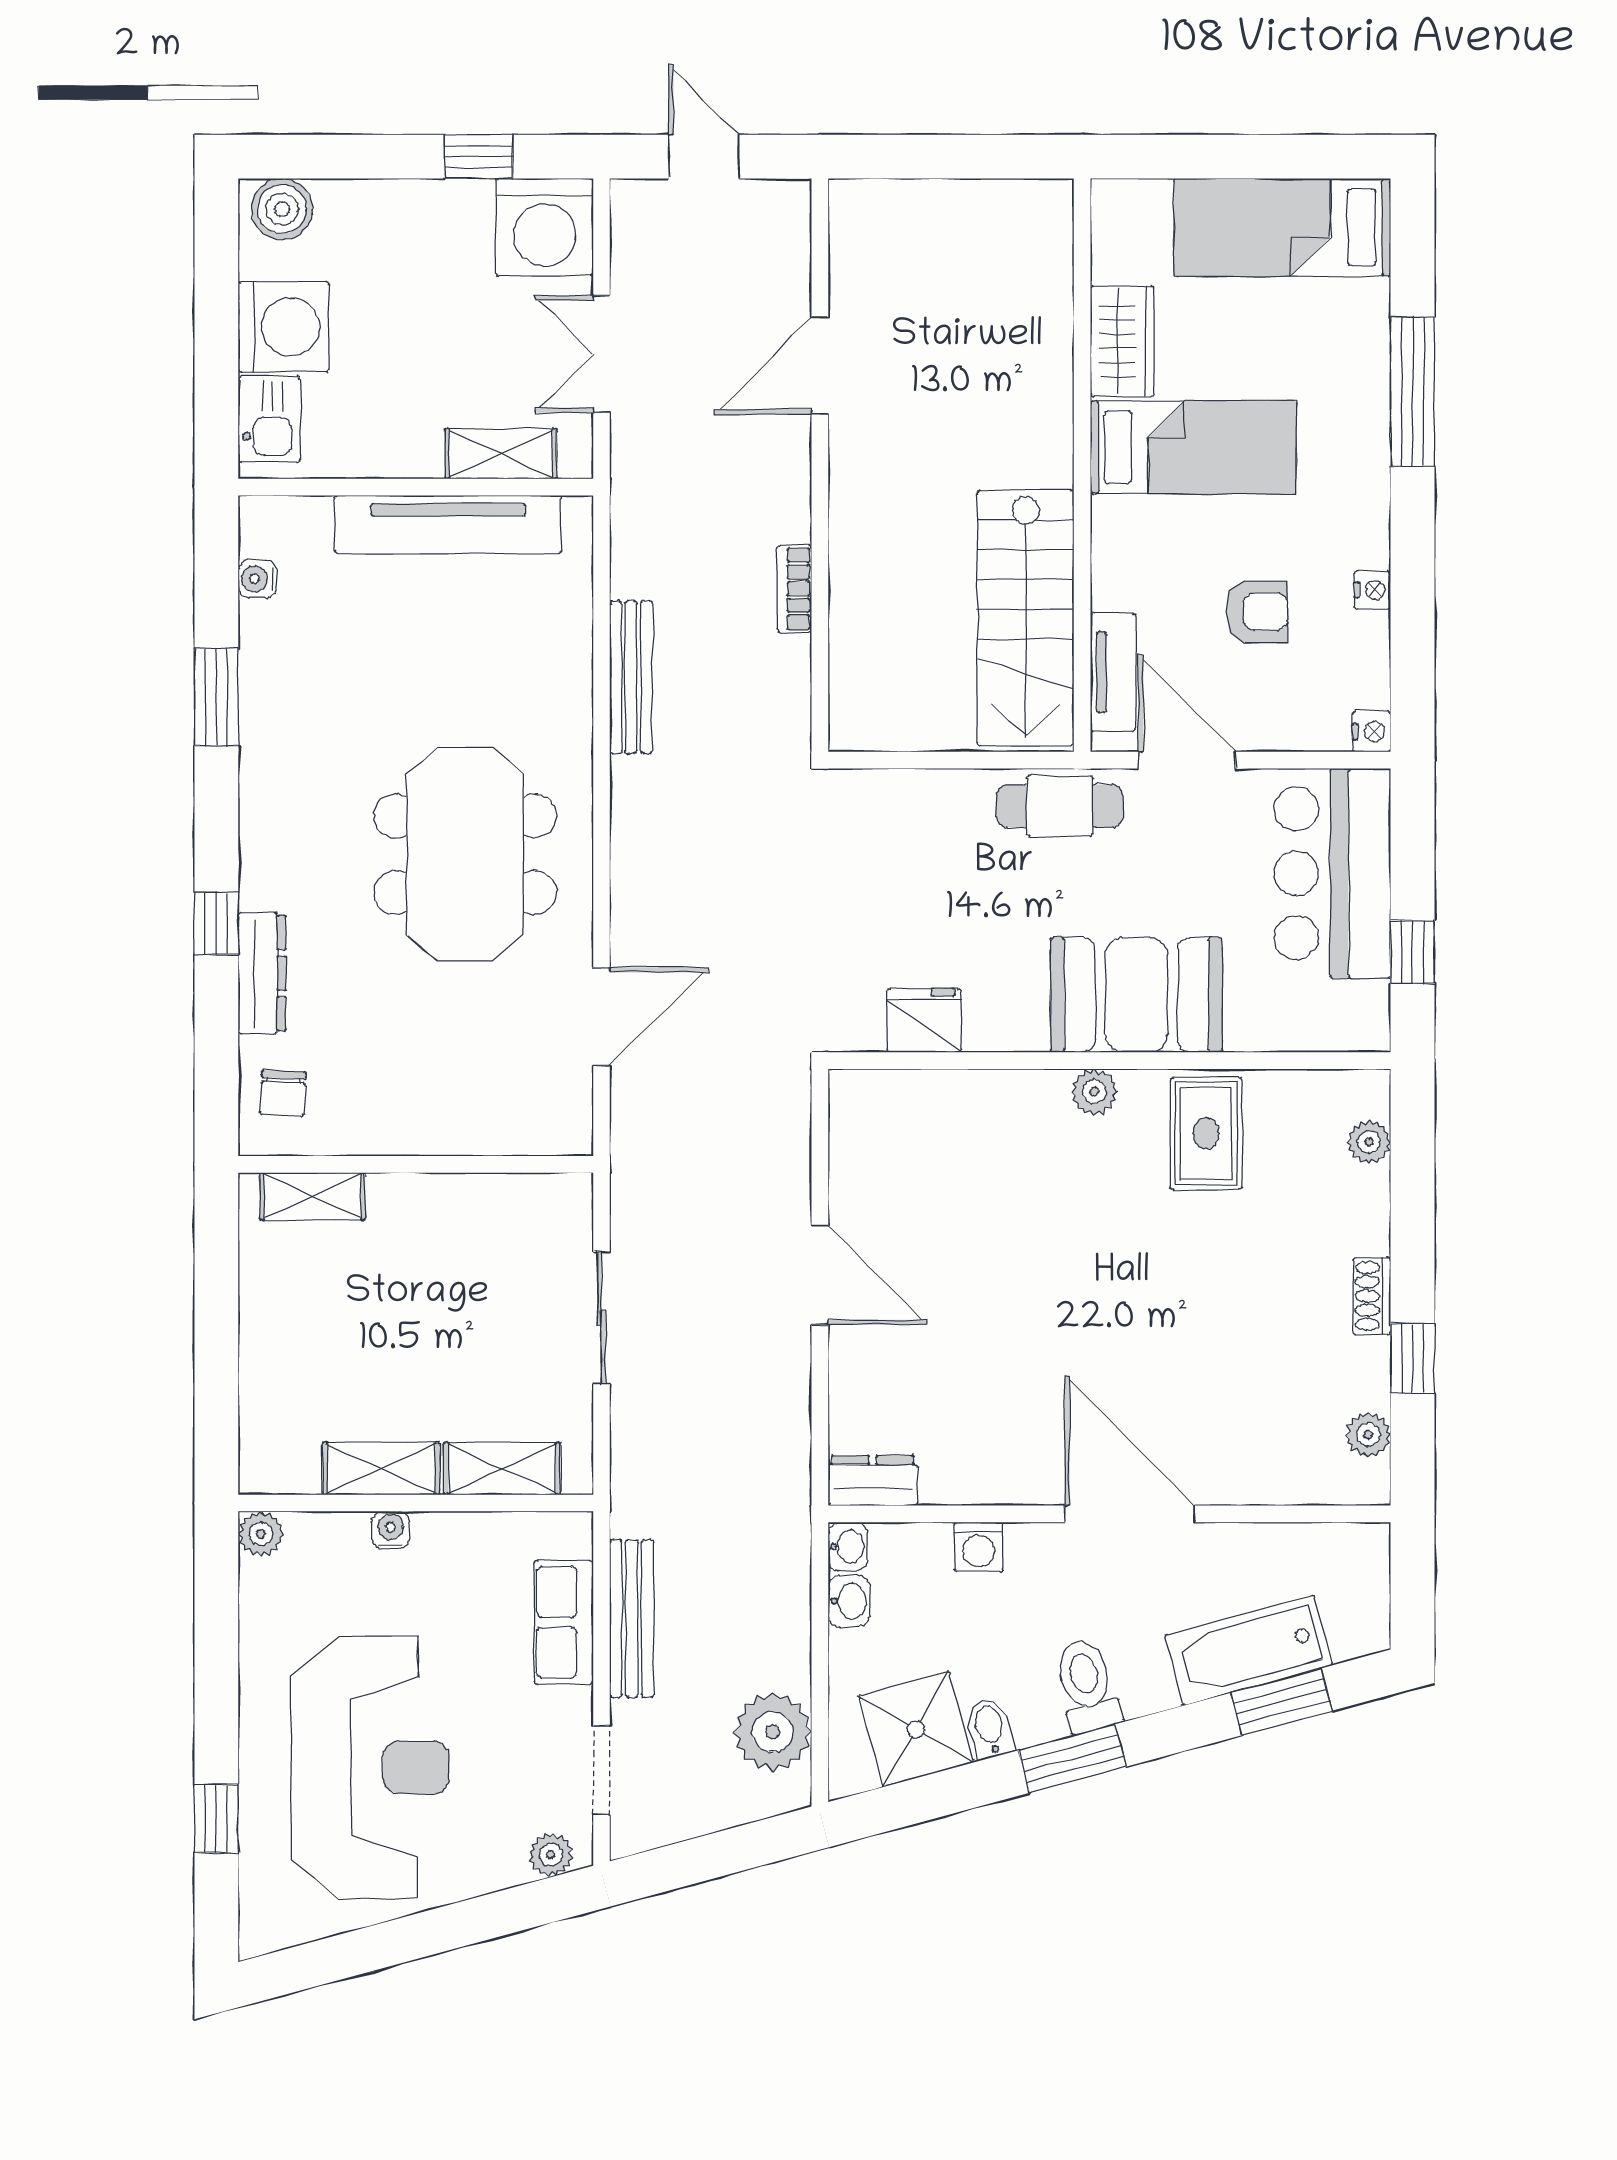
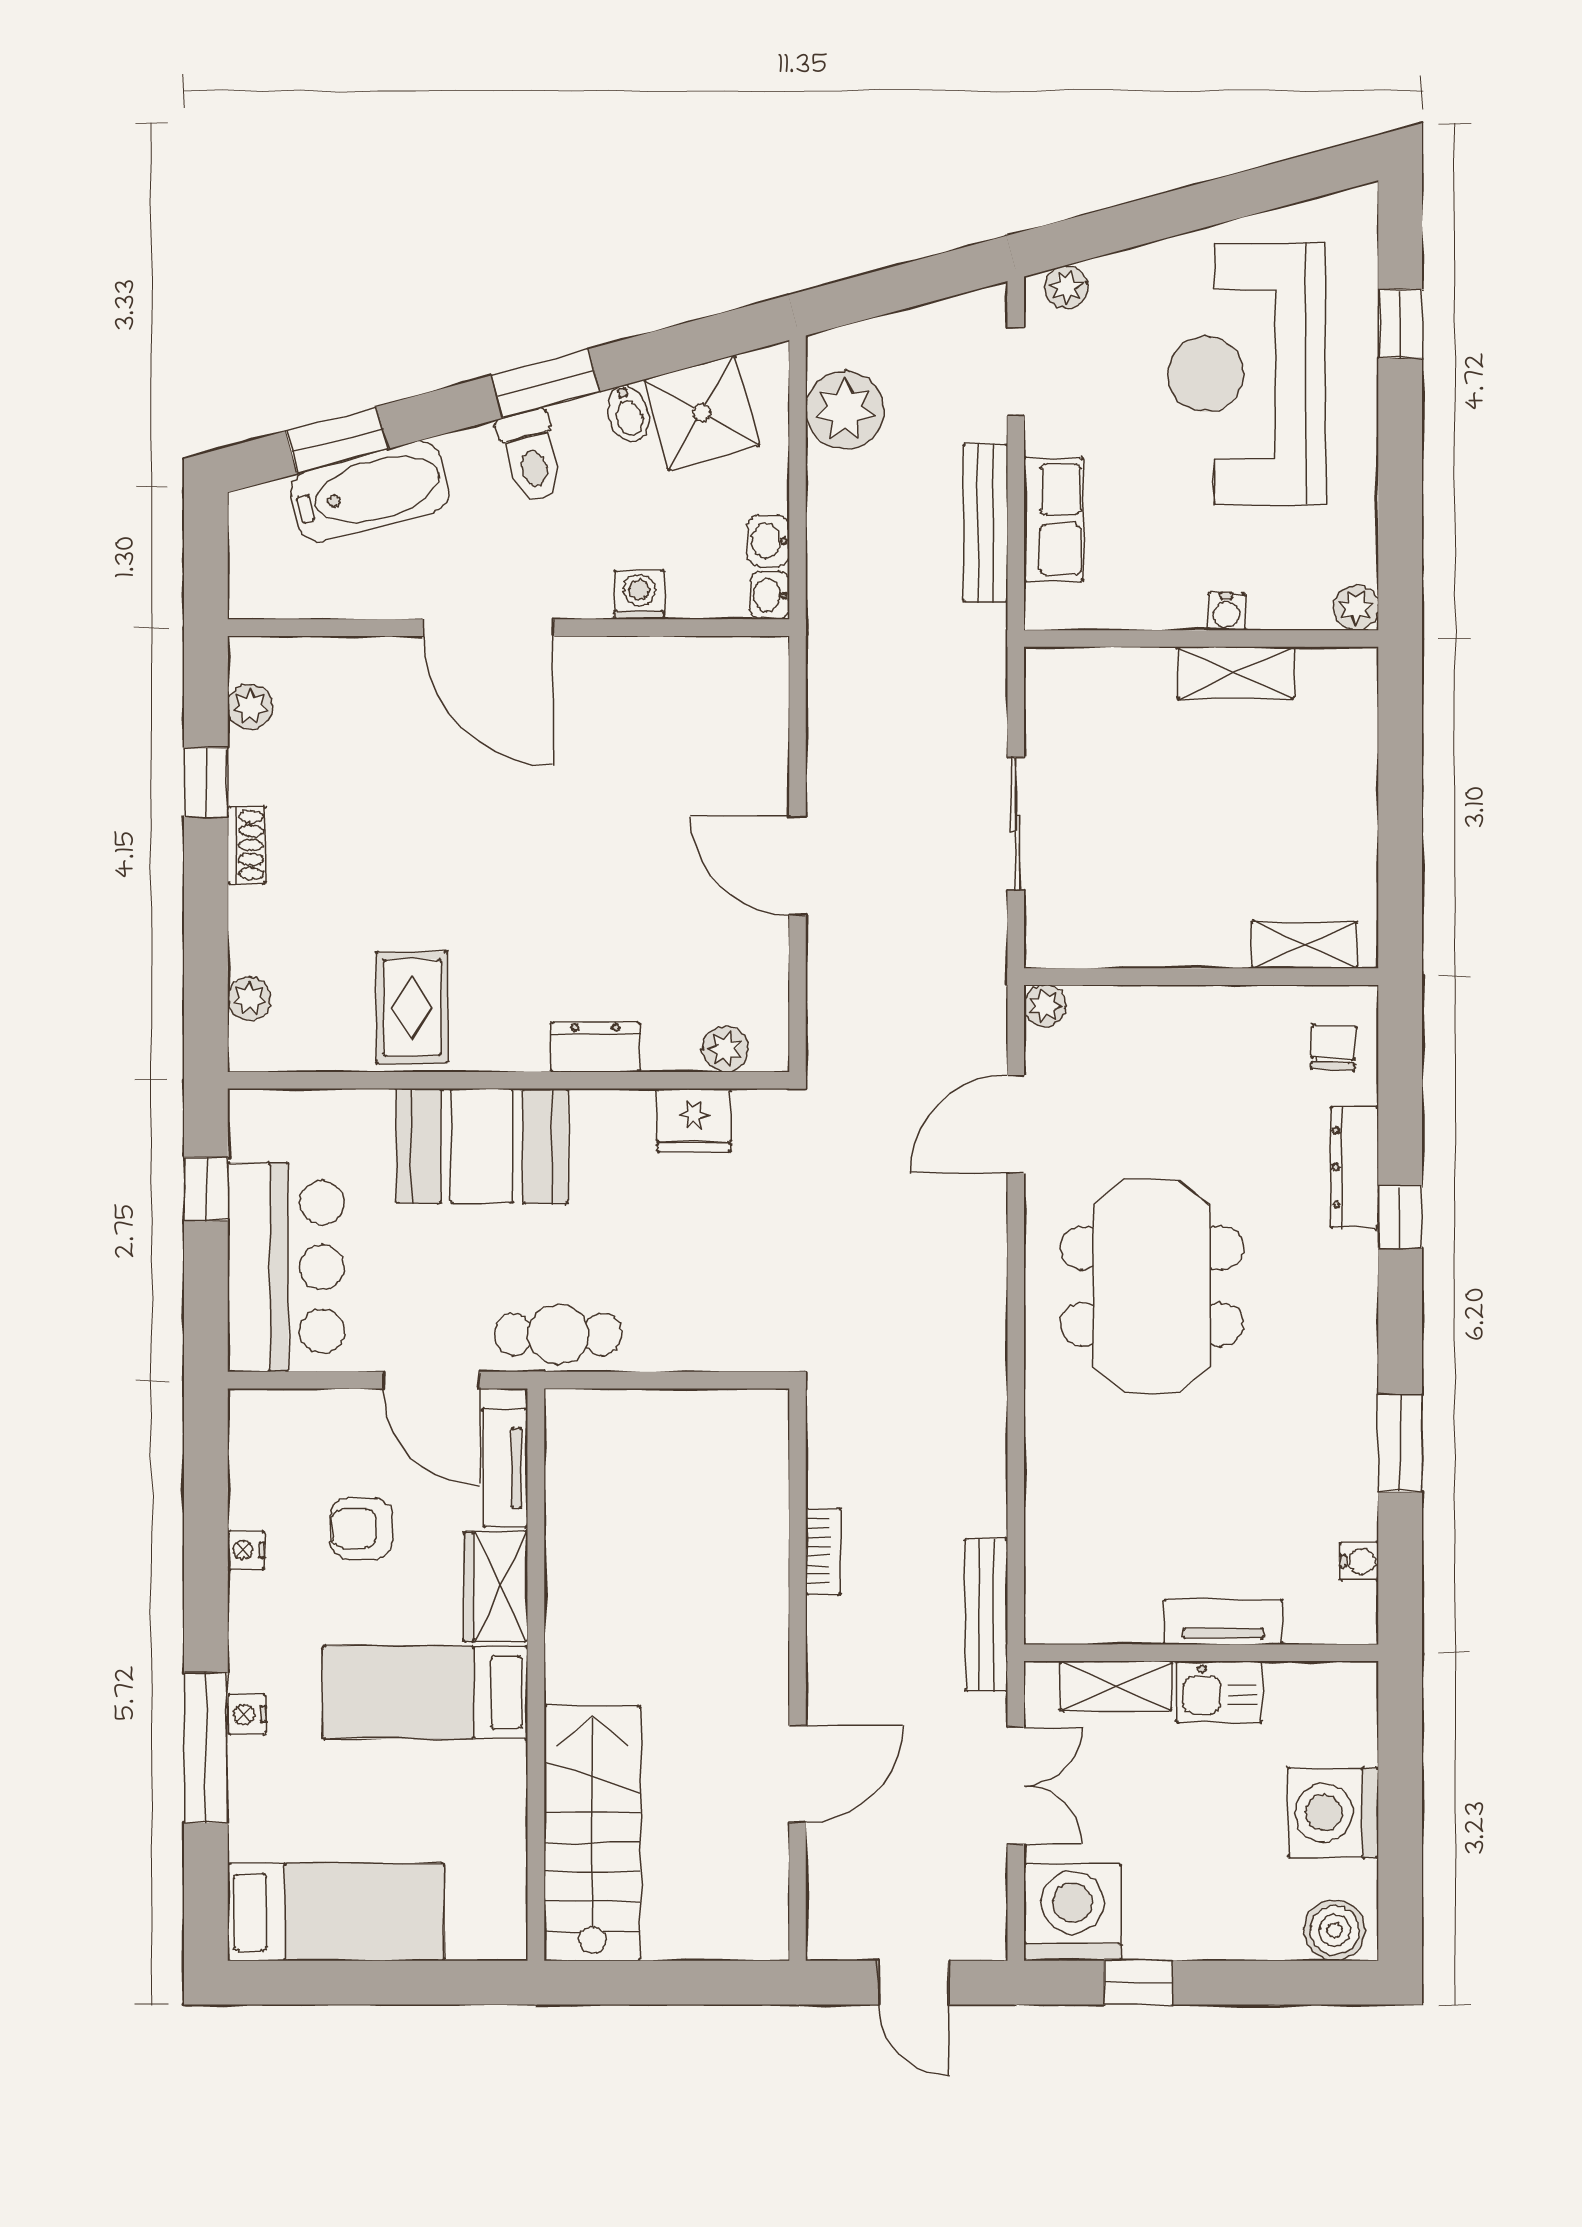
wardrobe: (1122, 341) -> (496, 1587), moved
kitchen sink: (269, 419) -> (1219, 1692), moved, turned -90
tv unit: (448, 524) -> (1223, 1622), width x0.52, depth x0.78
stairs: (1026, 618) -> (592, 1833), moved
bench: (631, 677) -> (986, 1615), moved
nightstand: (1372, 732) -> (247, 1714), moved
plant: (1094, 1092) -> (726, 1049), moved
plant: (572, 1135) -> (1045, 1006), added
shelving: (502, 1469) -> (1115, 673), removed
dresser: (873, 1481) -> (595, 1047), moved, turned 180

